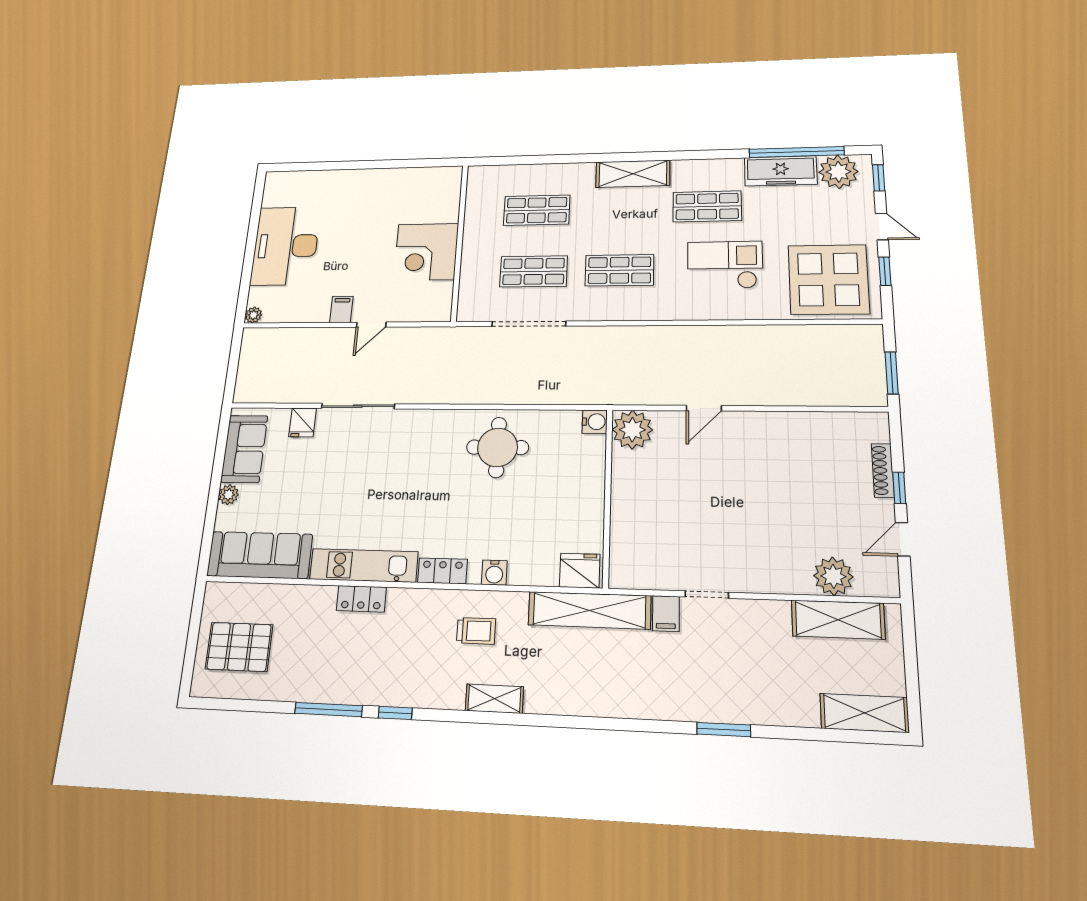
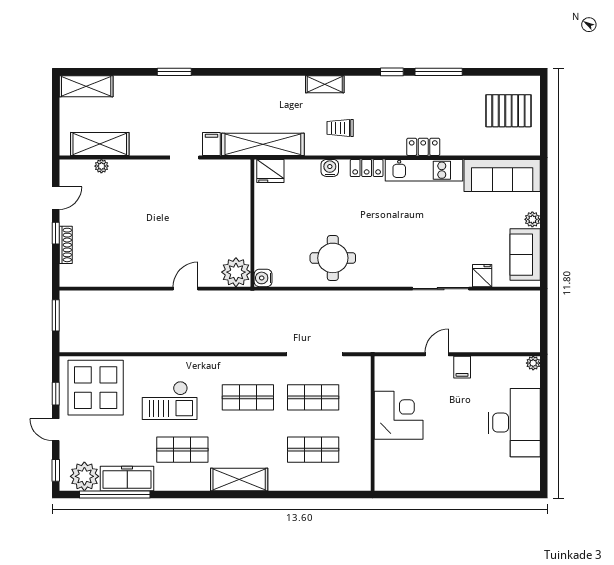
plant: (833, 576) -> (101, 166), width x0.53, depth x0.53

